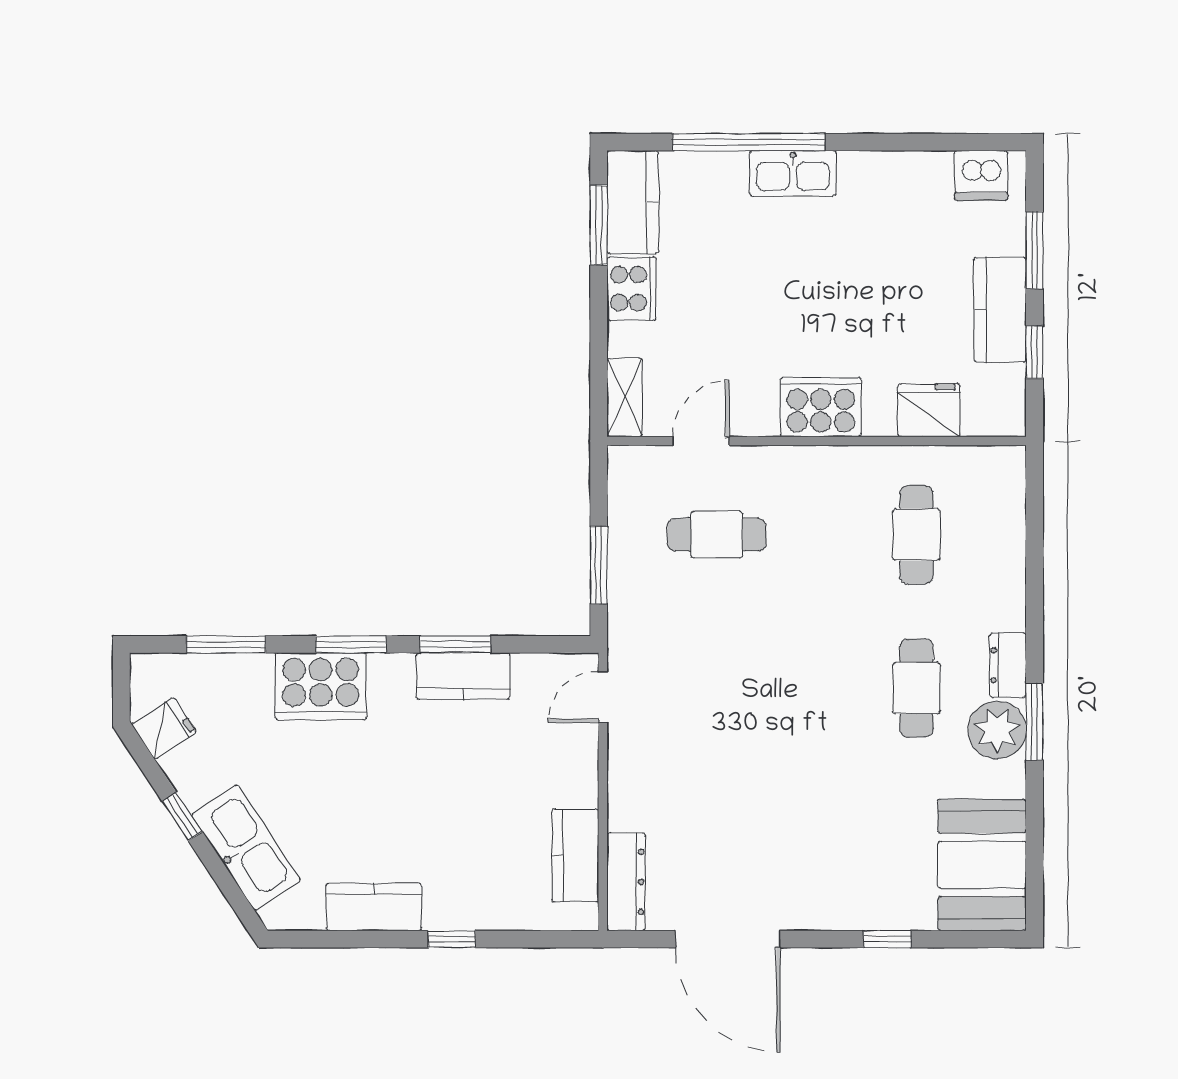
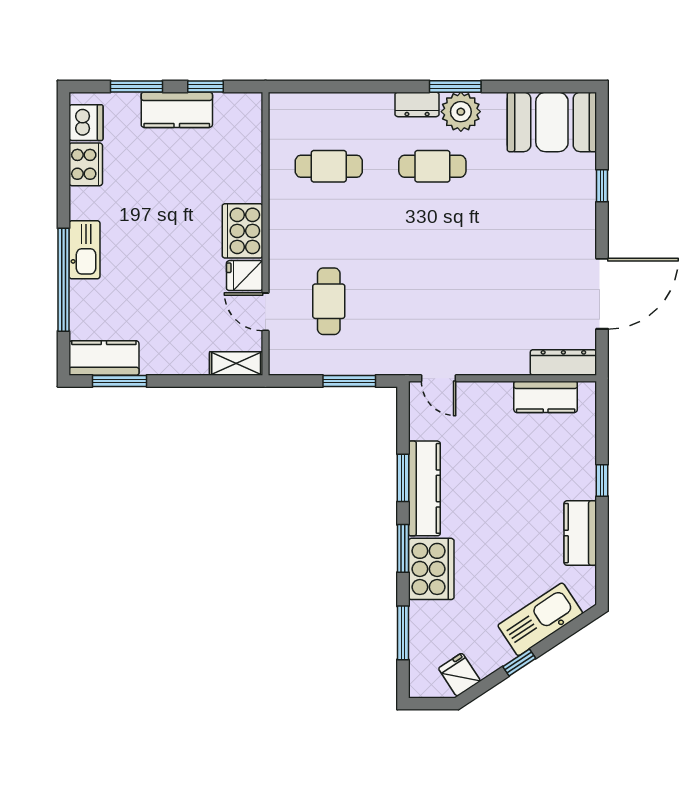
cooker: (632, 289) -> (86, 164), moved, turned 90
fridge: (929, 410) -> (245, 276), moved, width x0.72
kitchen counter: (463, 676) -> (424, 488), width x1.50

